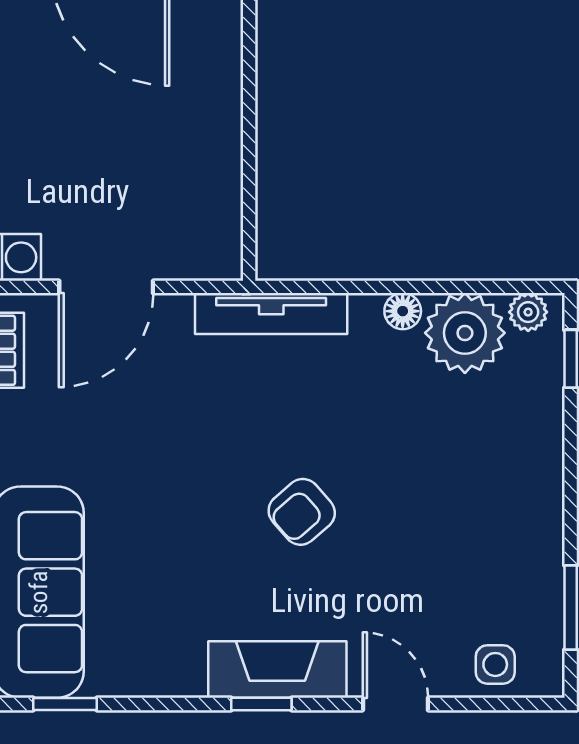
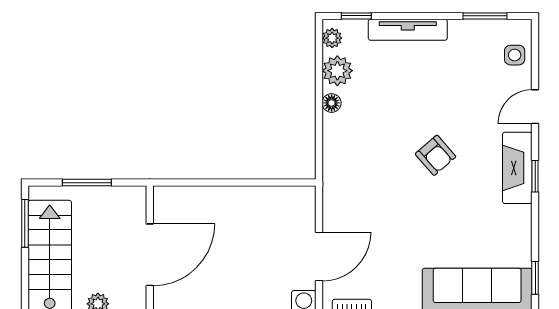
door: (106, 287) -> (319, 257), hinge flipped
tv unit: (271, 314) -> (408, 30), moved, turned 90
plant: (465, 333) -> (337, 71), width x0.73, depth x0.73

